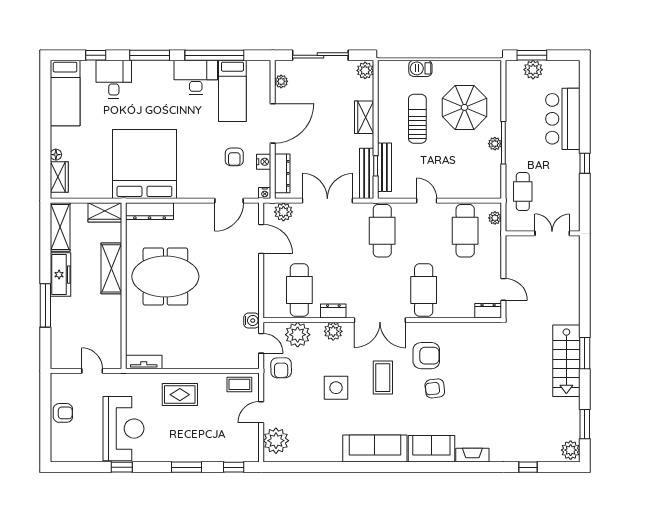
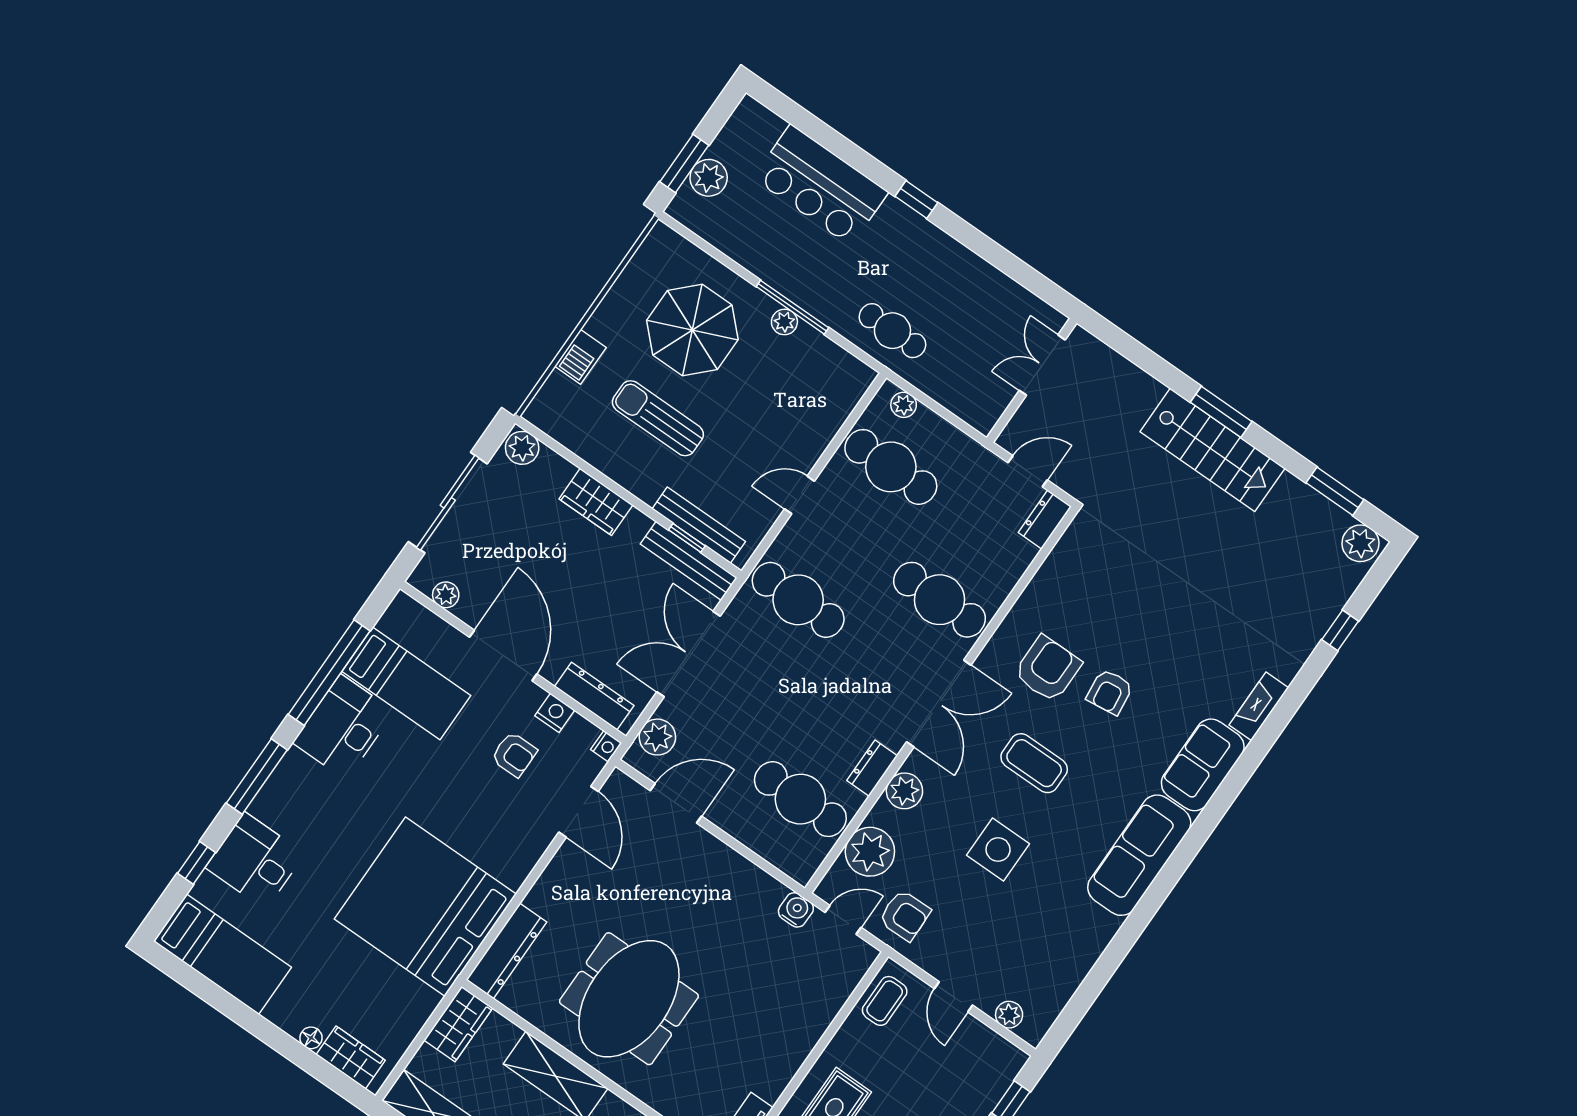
wall: (543, 233) -> (1032, 380), moved
double door: (552, 233) -> (1042, 365), moved
plant: (276, 441) -> (1009, 1015), width x0.53, depth x0.53

